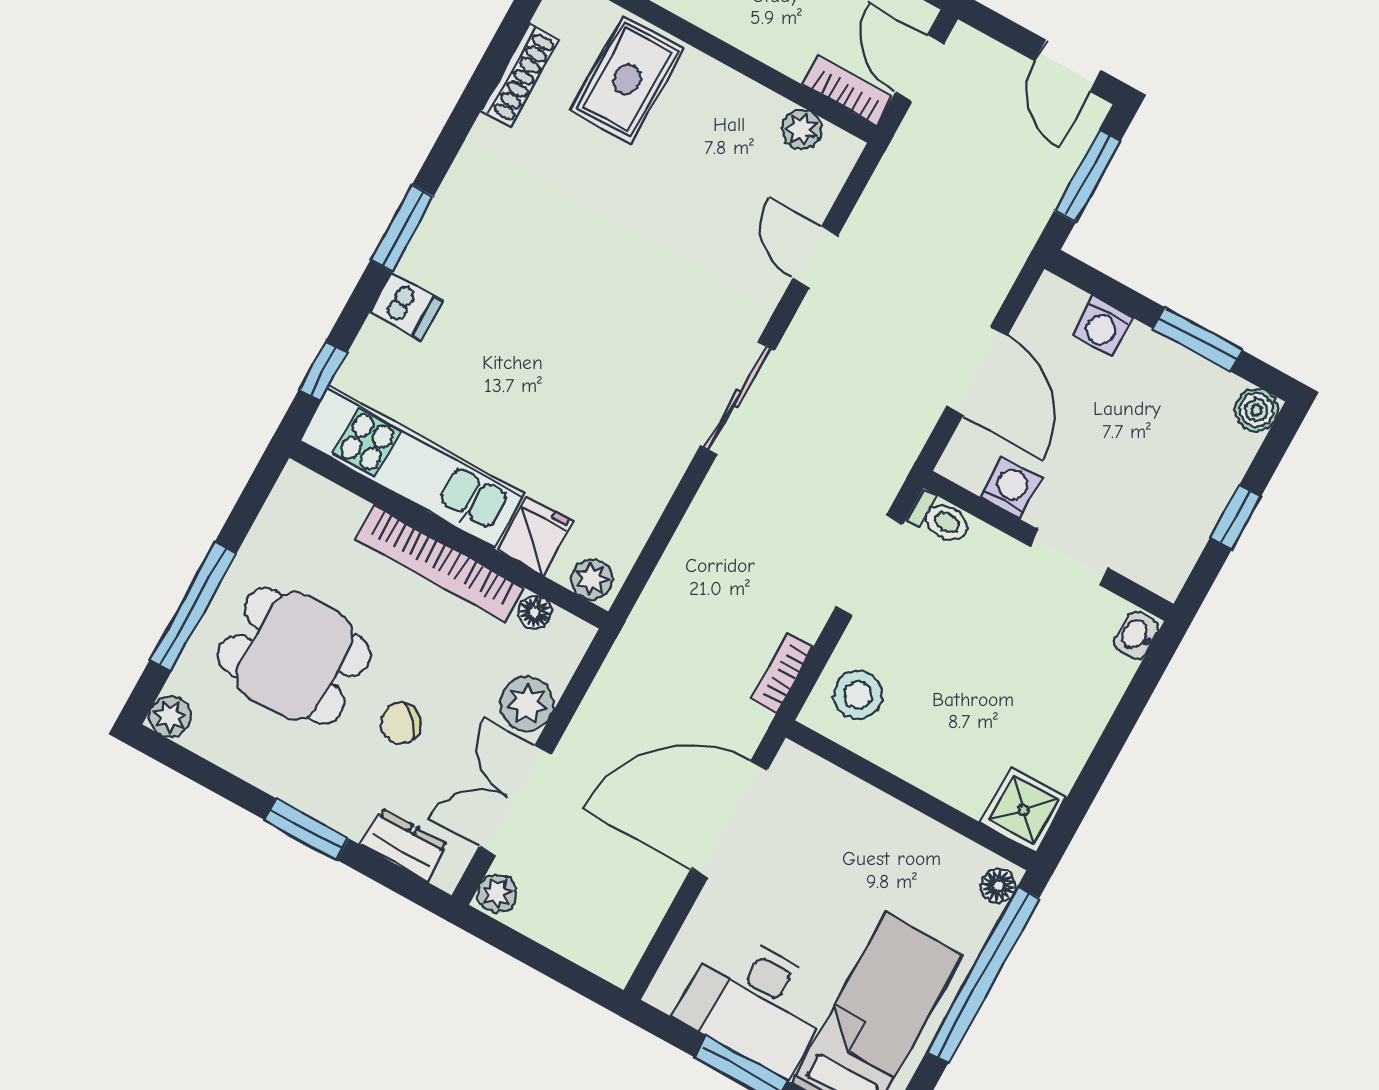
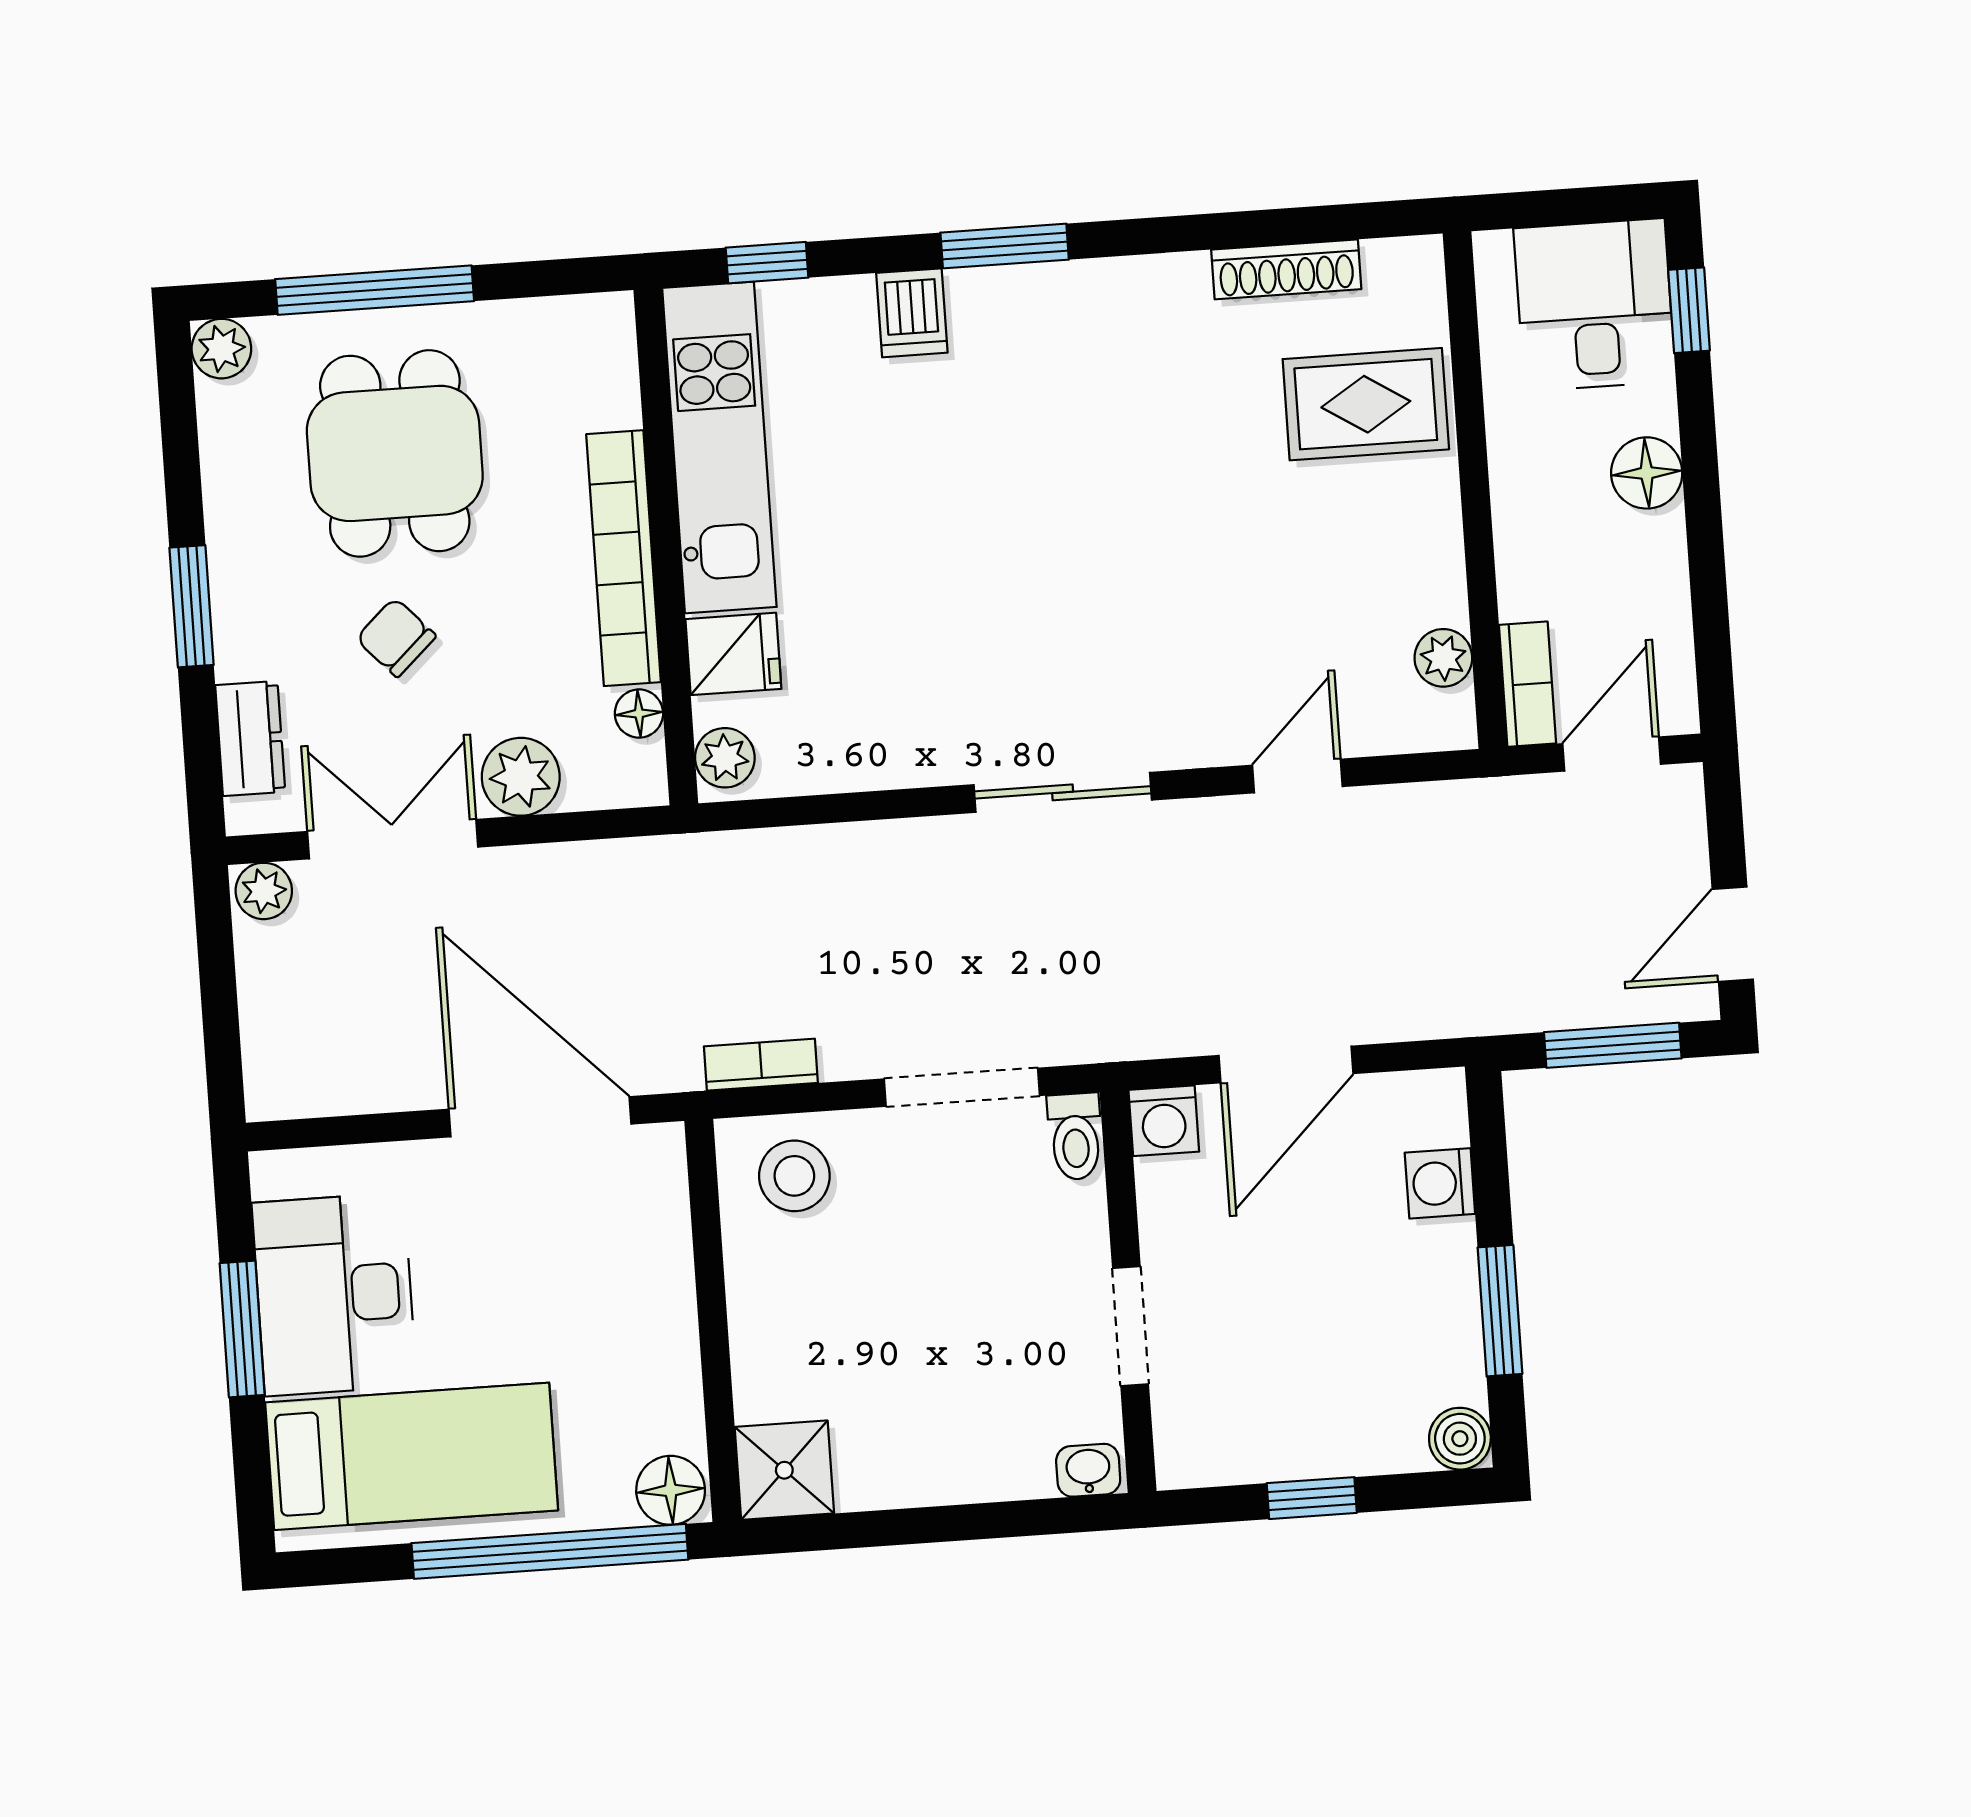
washing machine: (1011, 488) -> (1164, 1121), moved, turned 90
floor lamp: (998, 886) -> (671, 1490), width x1.37, depth x1.37

